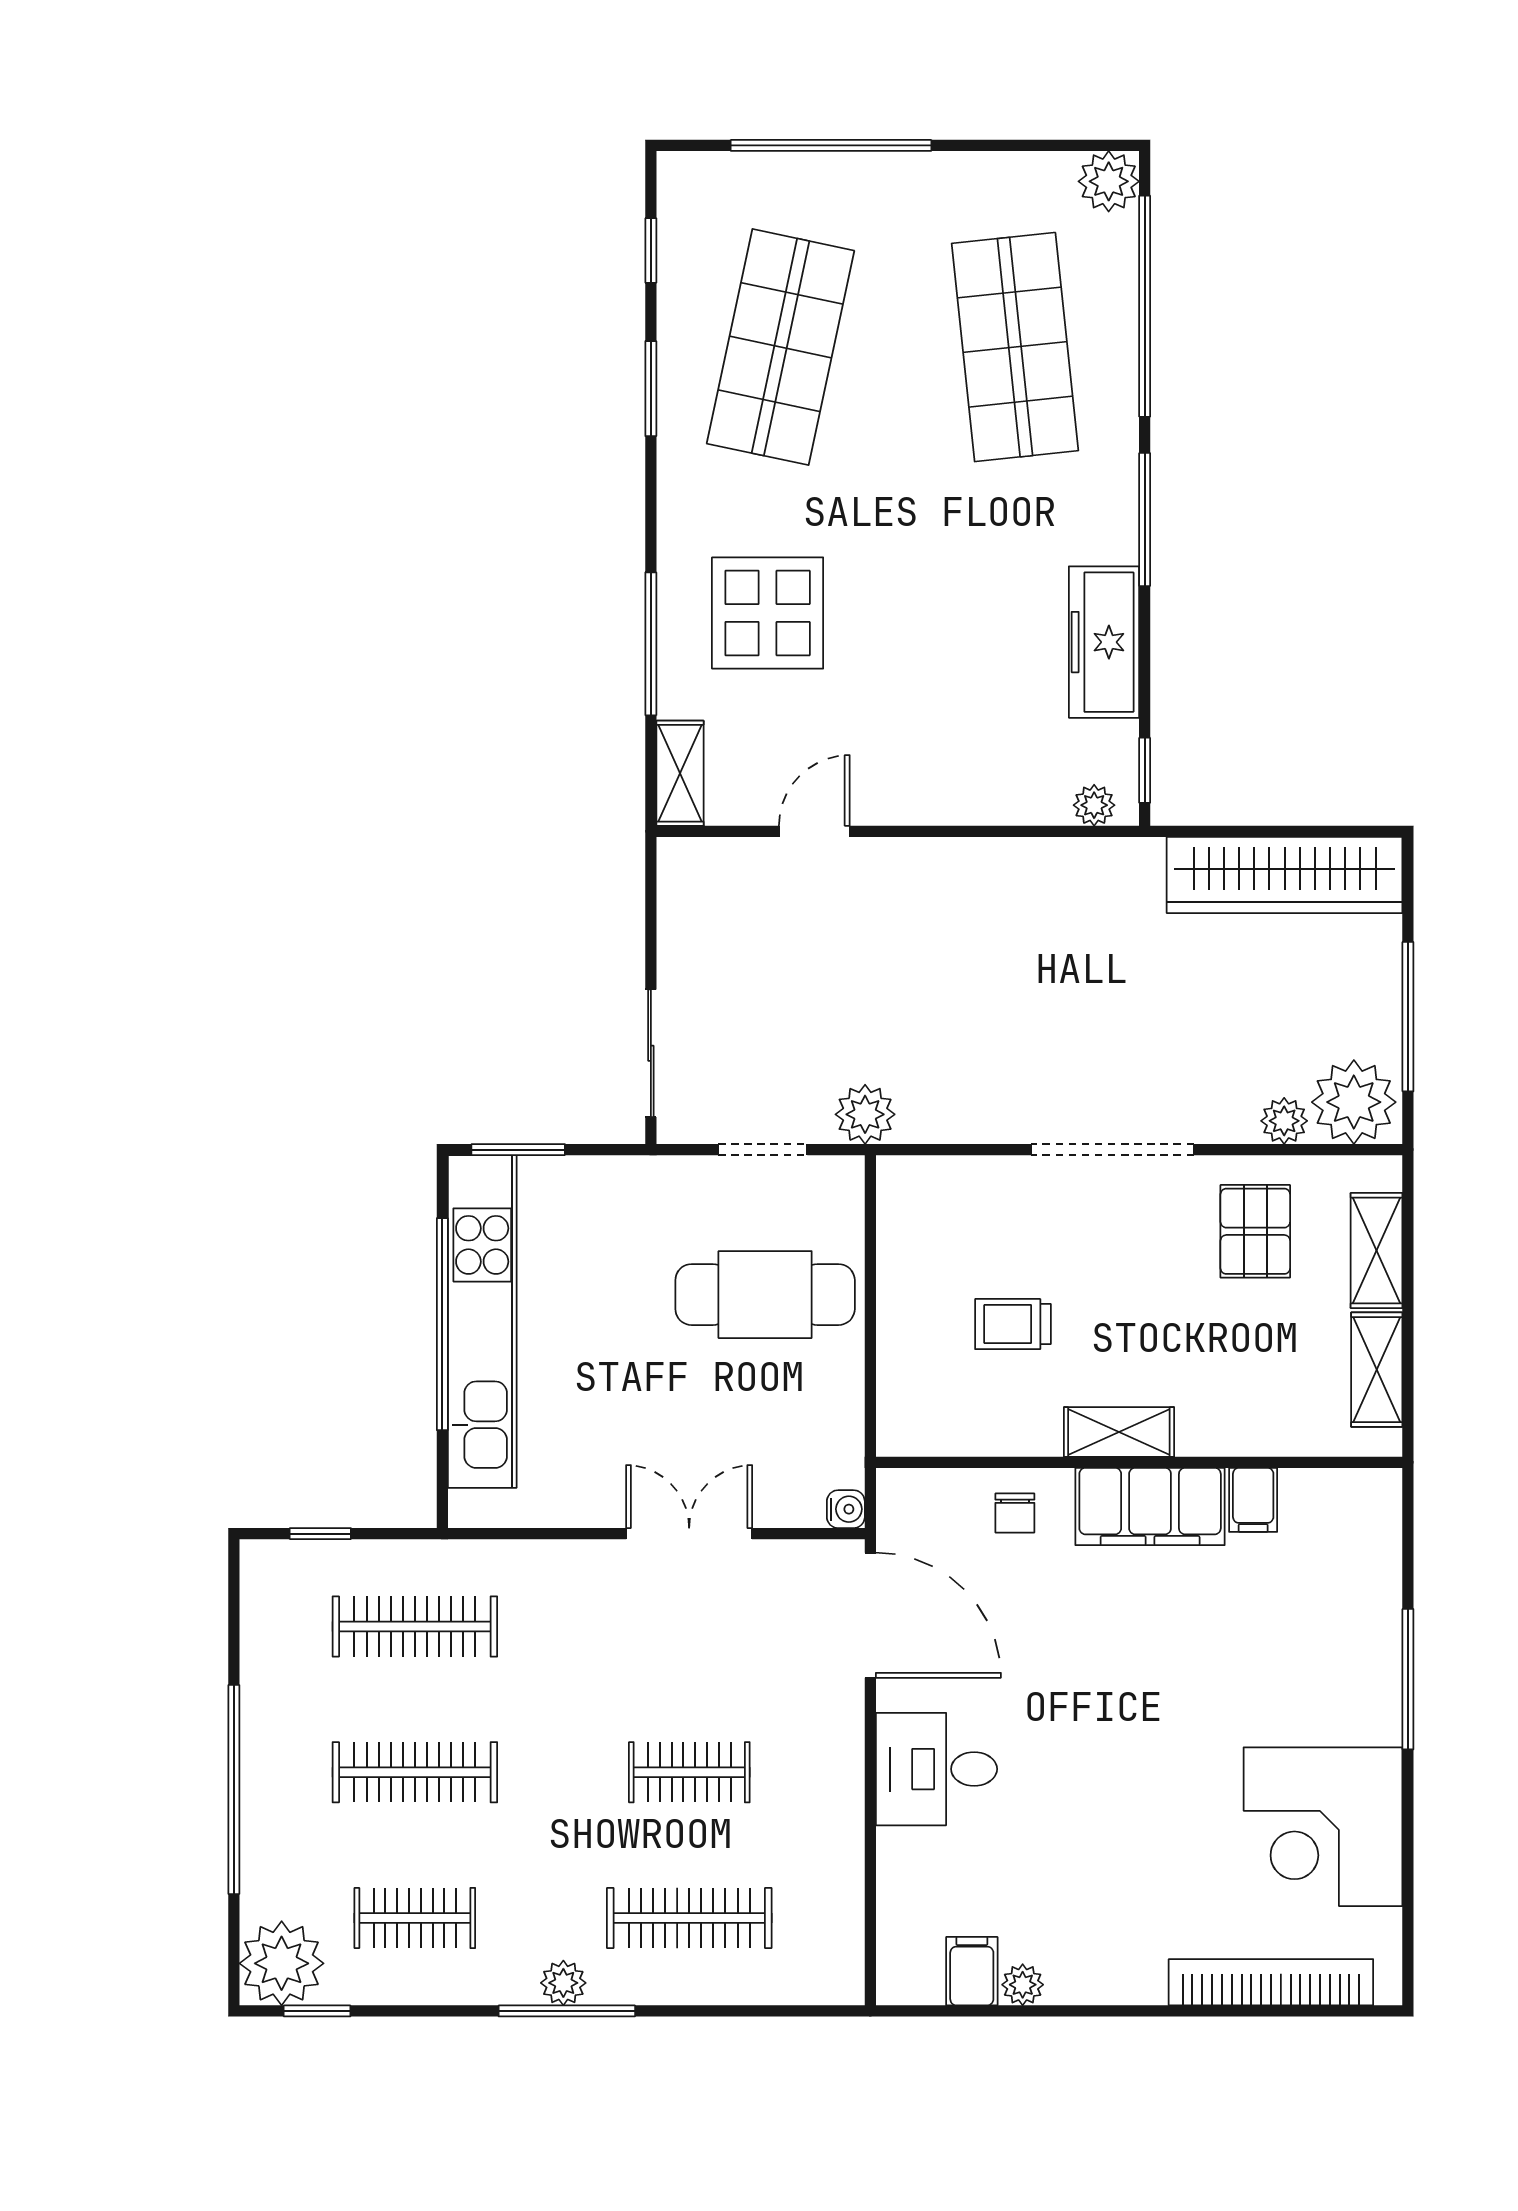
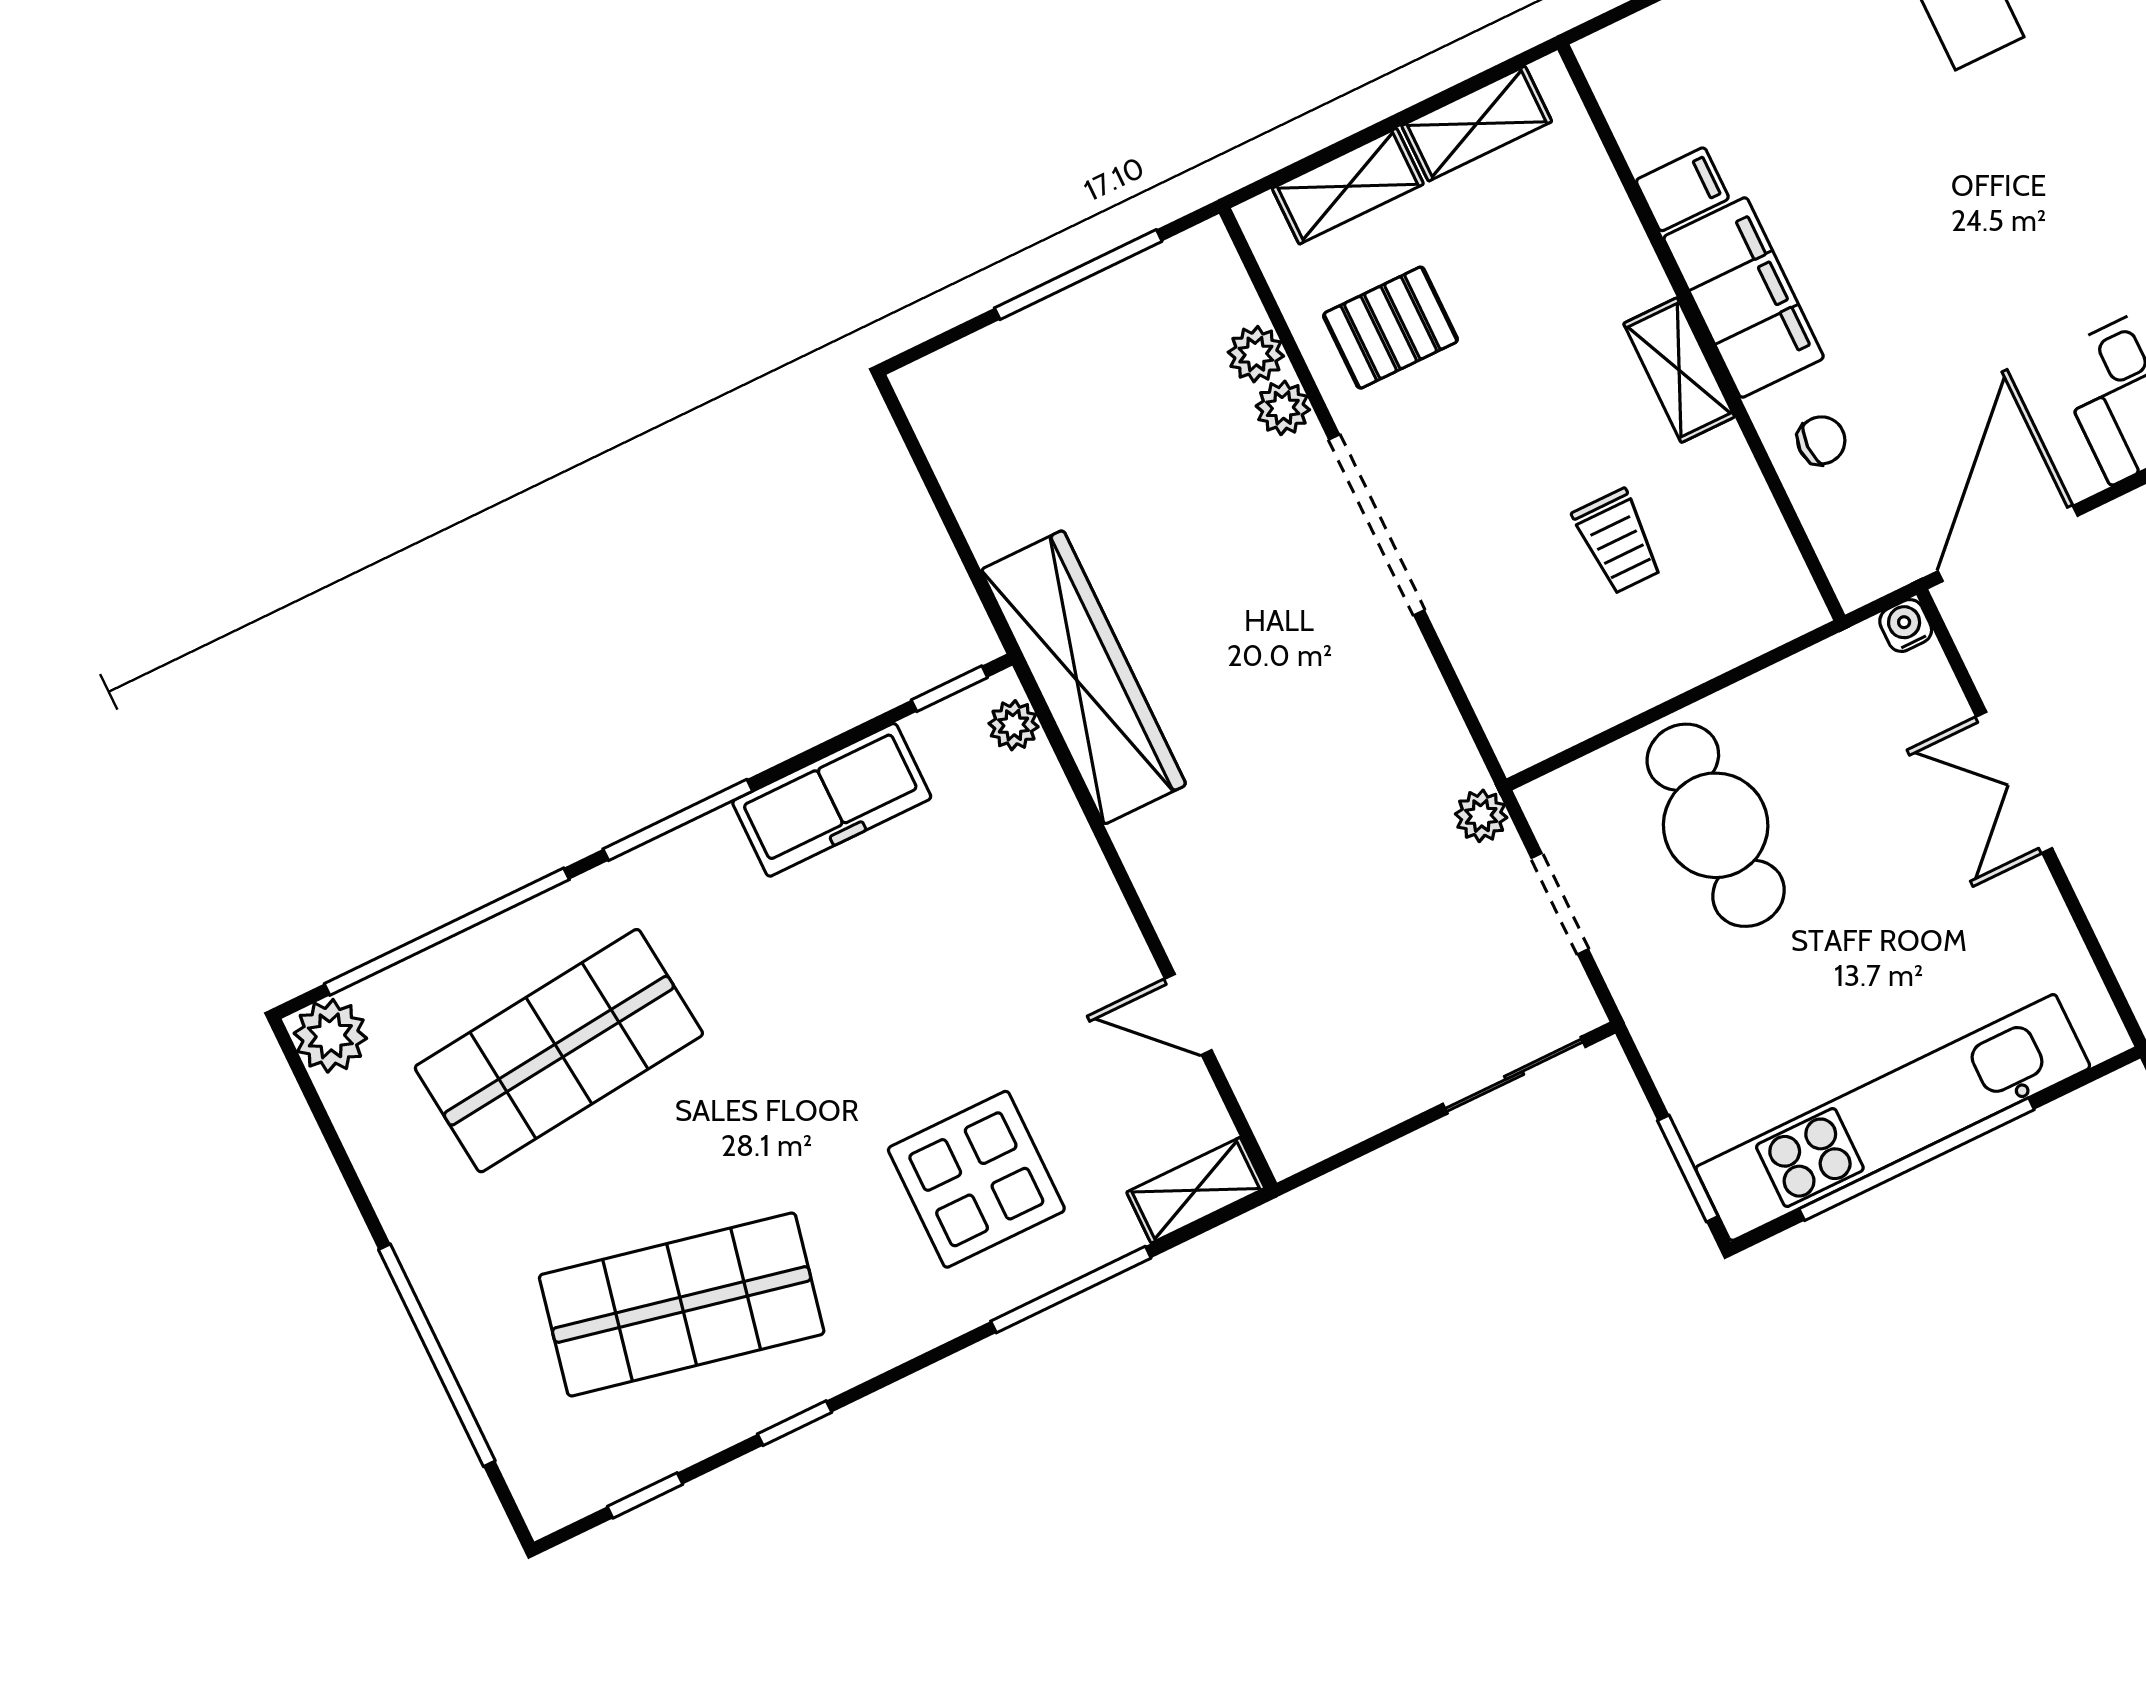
window: (651, 389) -> (795, 1423), width x0.67
wardrobe: (1285, 875) -> (1084, 677), moved
plant: (1354, 1102) -> (1283, 408), moved, width x0.53, depth x0.53
plant: (865, 1114) -> (1481, 816), width x0.73, depth x0.73

